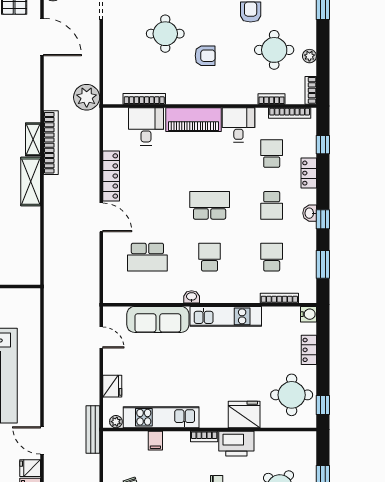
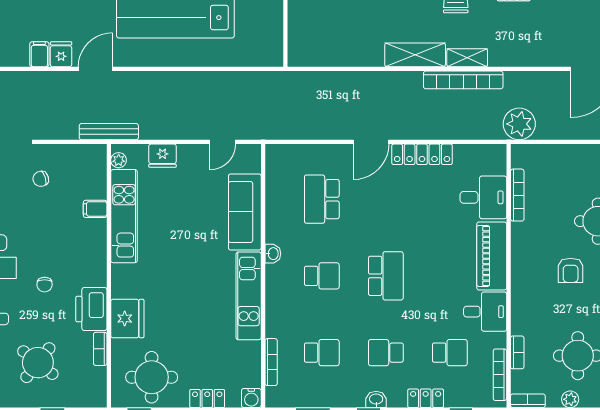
bookcase: (204, 437) -> (100, 349), moved

